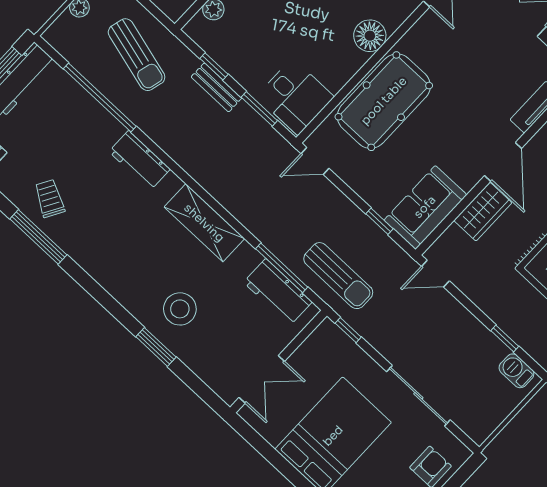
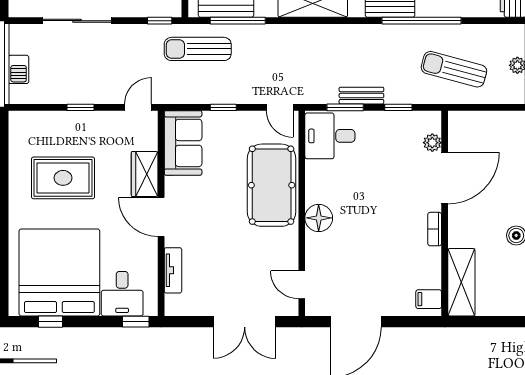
bench: (216, 87) -> (361, 96), moved
window: (100, 98) -> (421, 21), moved
door: (315, 161) -> (280, 107), swing flipped
window: (379, 221) -> (223, 107), moved
window: (505, 338) -> (80, 107), moved
barbecue: (516, 371) -> (19, 69), moved, turned 90

